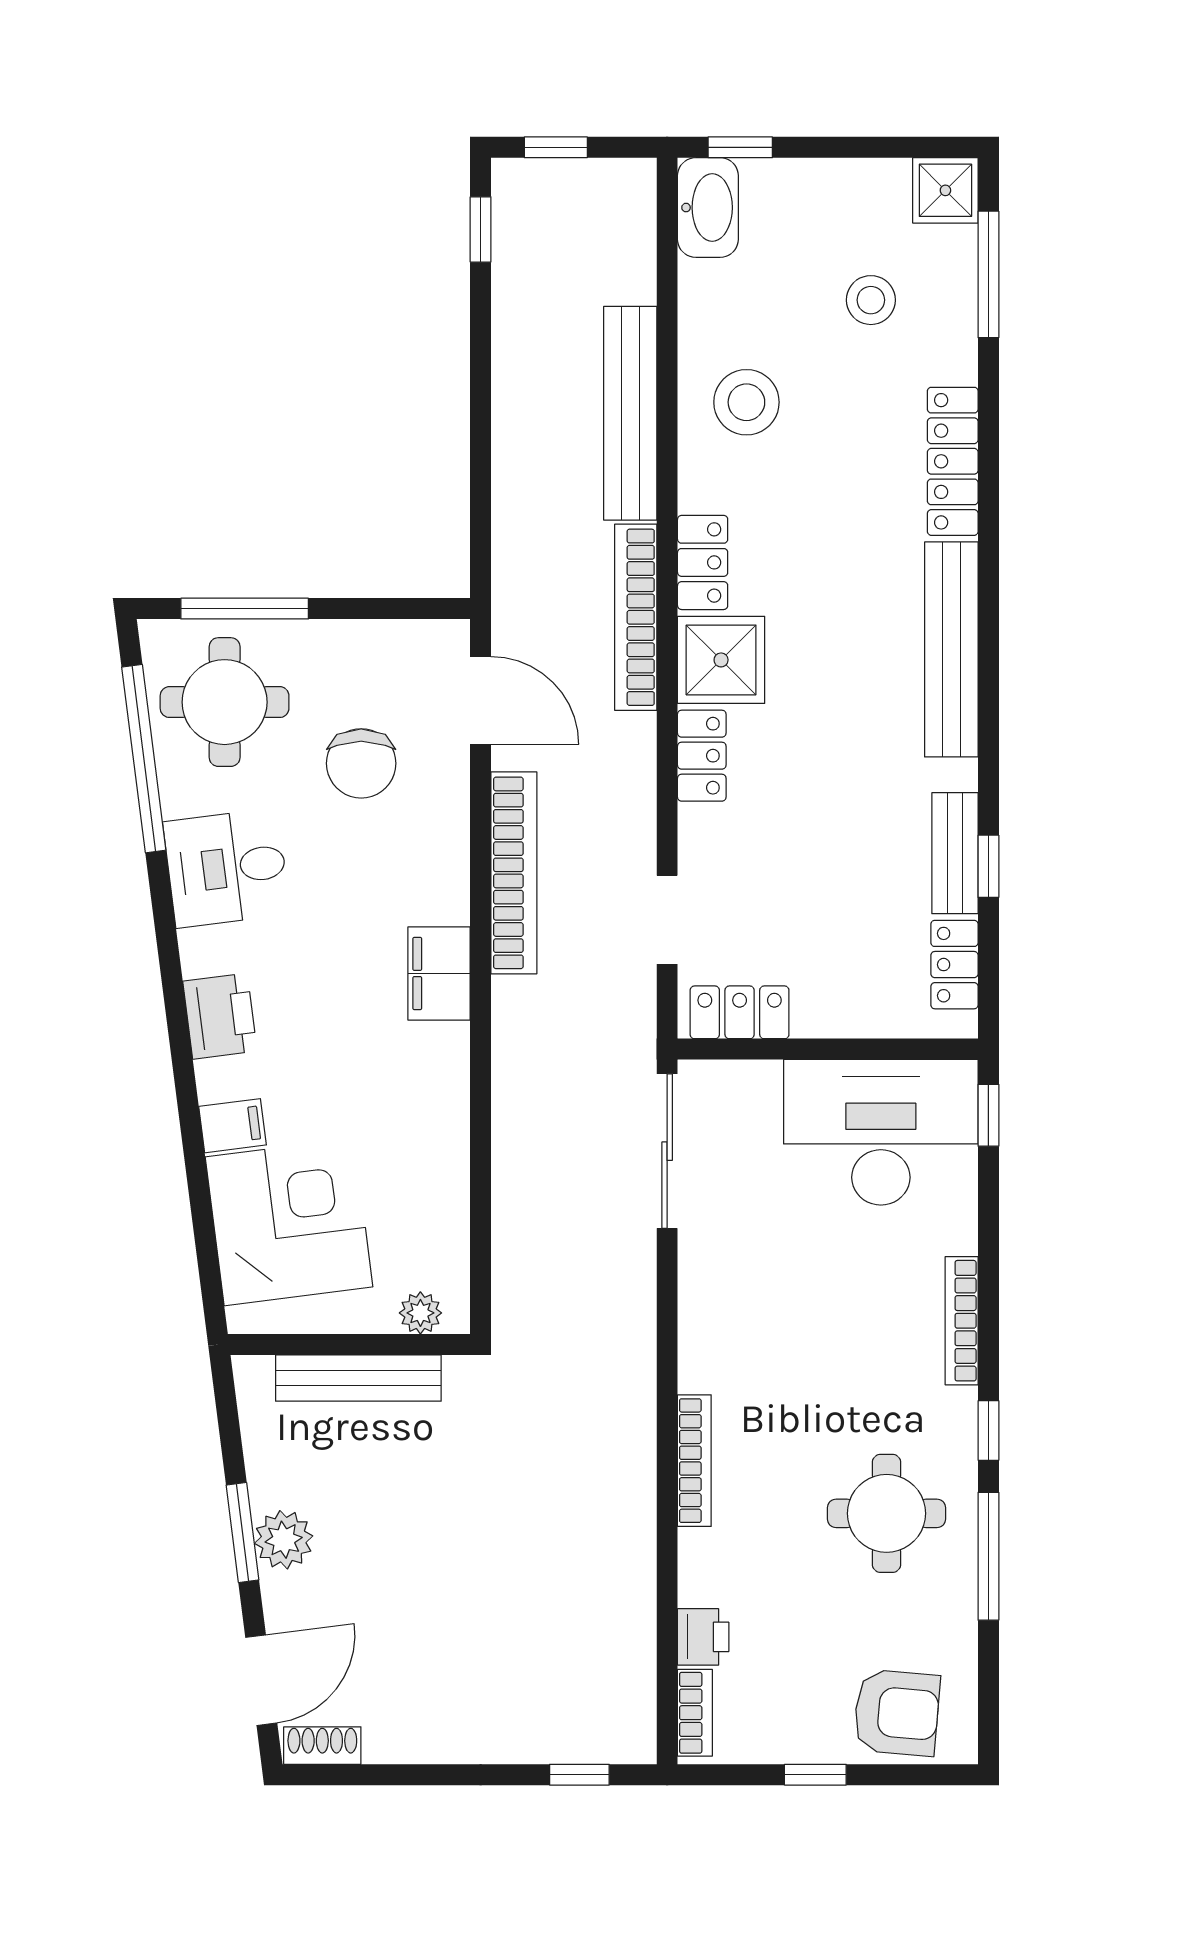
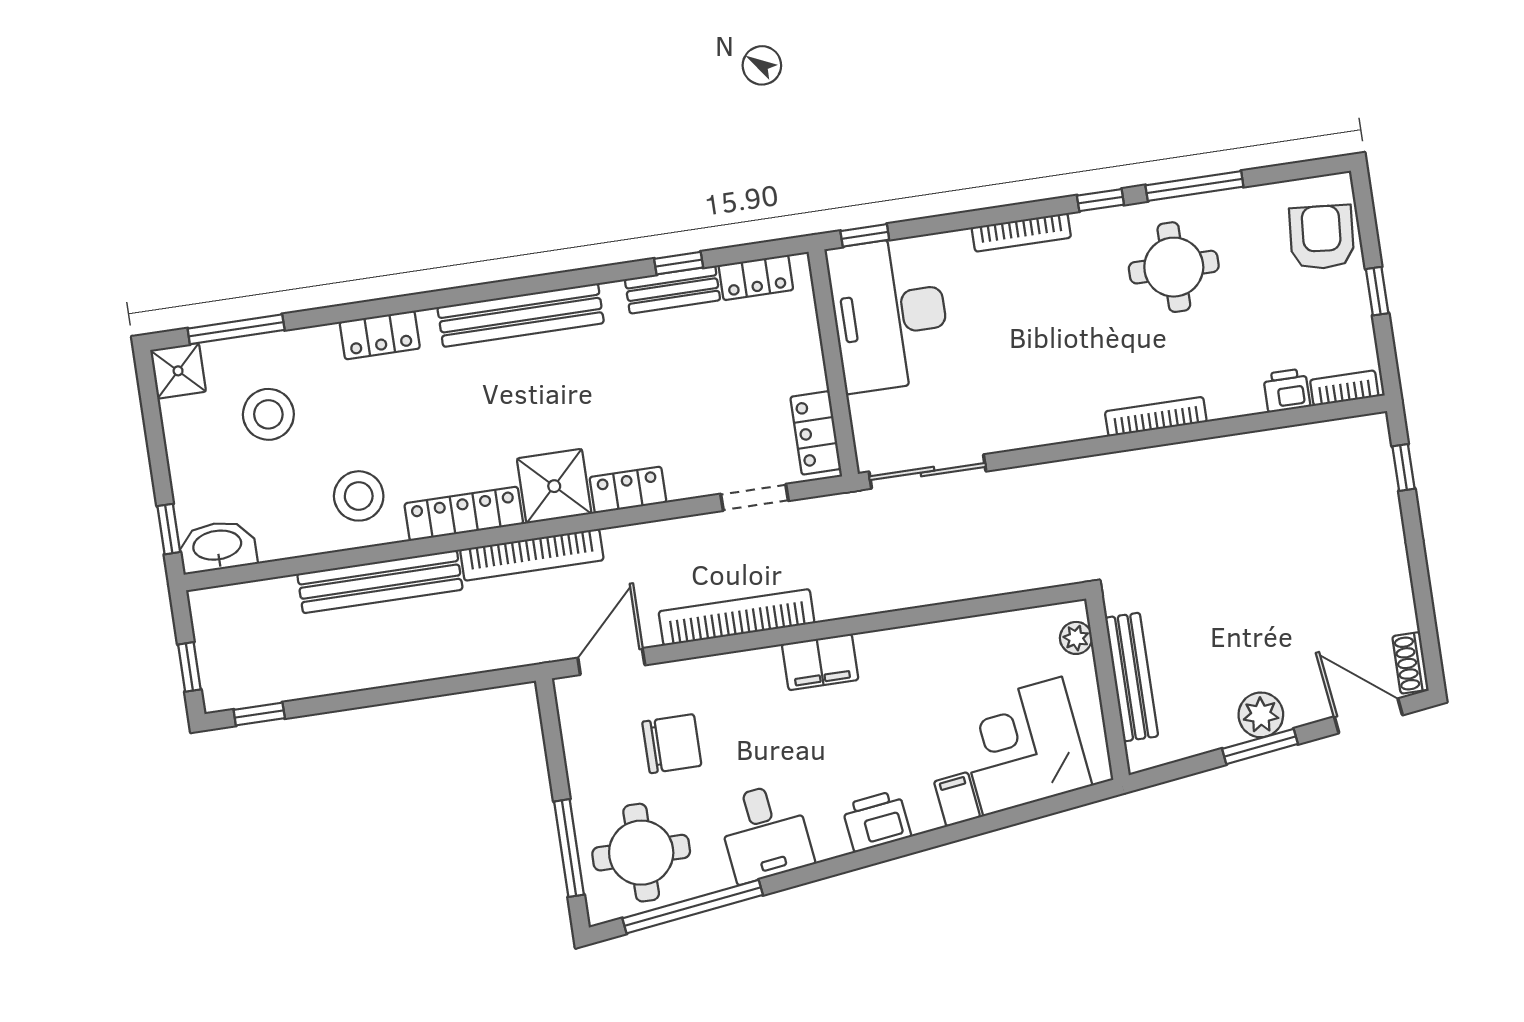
stool: (871, 300) -> (268, 414), width x1.38, depth x1.38
locker: (953, 461) -> (380, 335), width x0.66
locker: (703, 562) -> (464, 514), width x1.53

